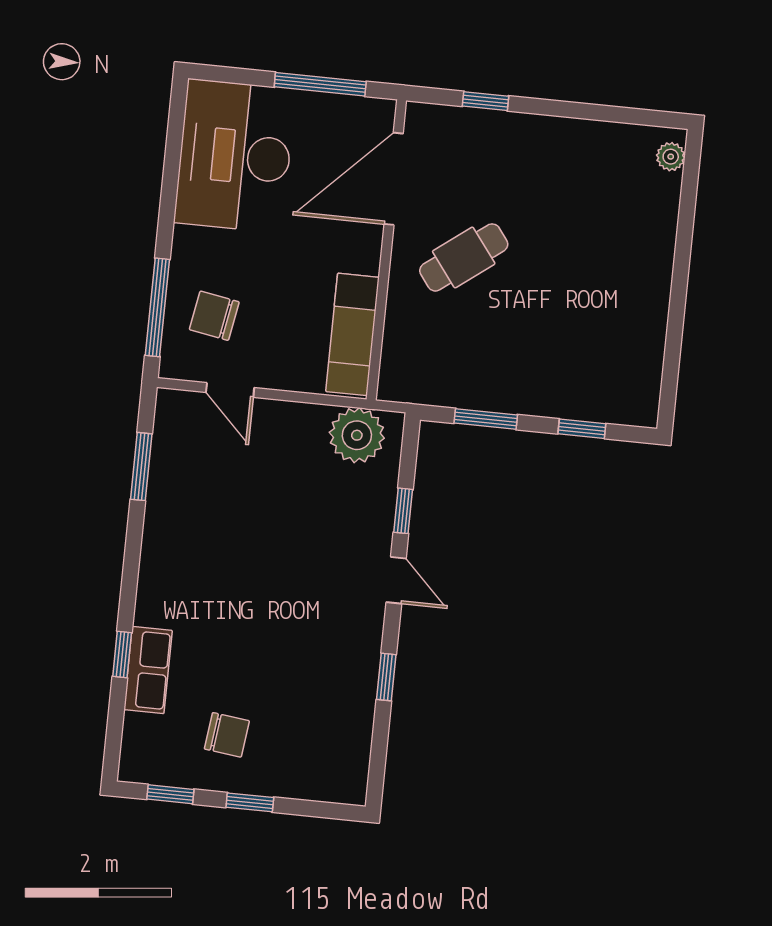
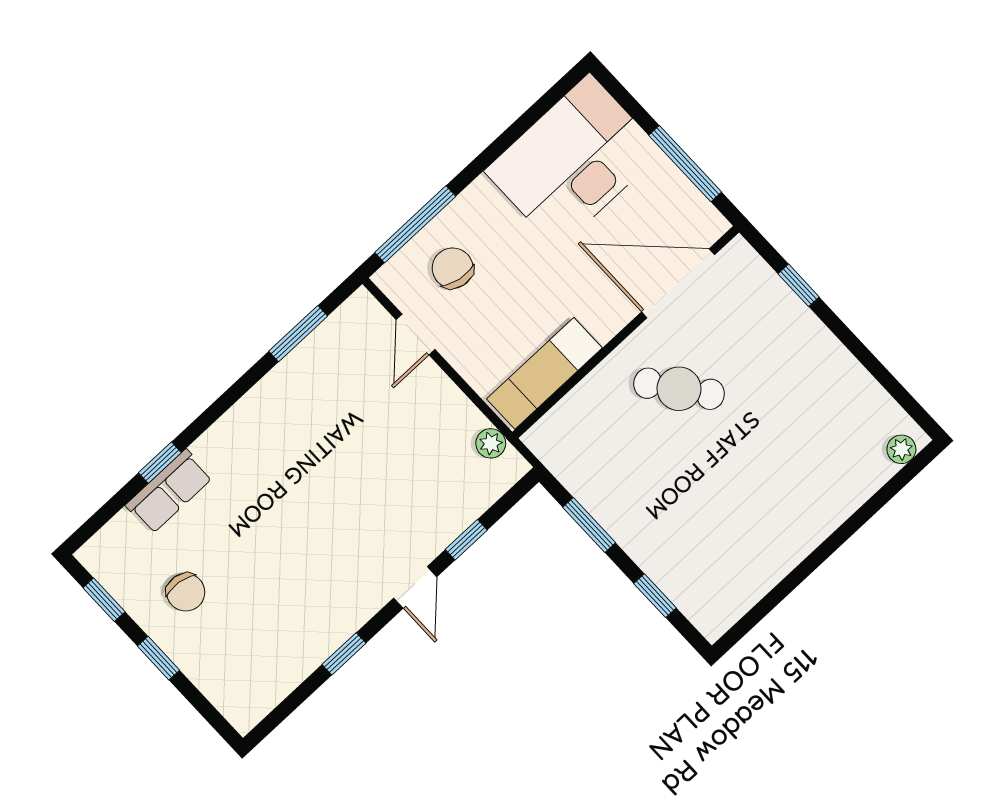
plant: (357, 435) -> (491, 443), width x0.53, depth x0.53

